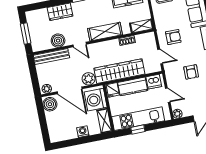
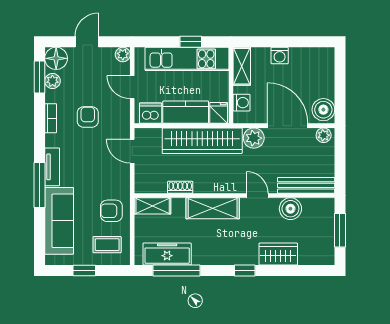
armchair: (173, 37) -> (111, 211), moved
washing machine: (96, 100) -> (241, 103), width x0.53, depth x0.53

